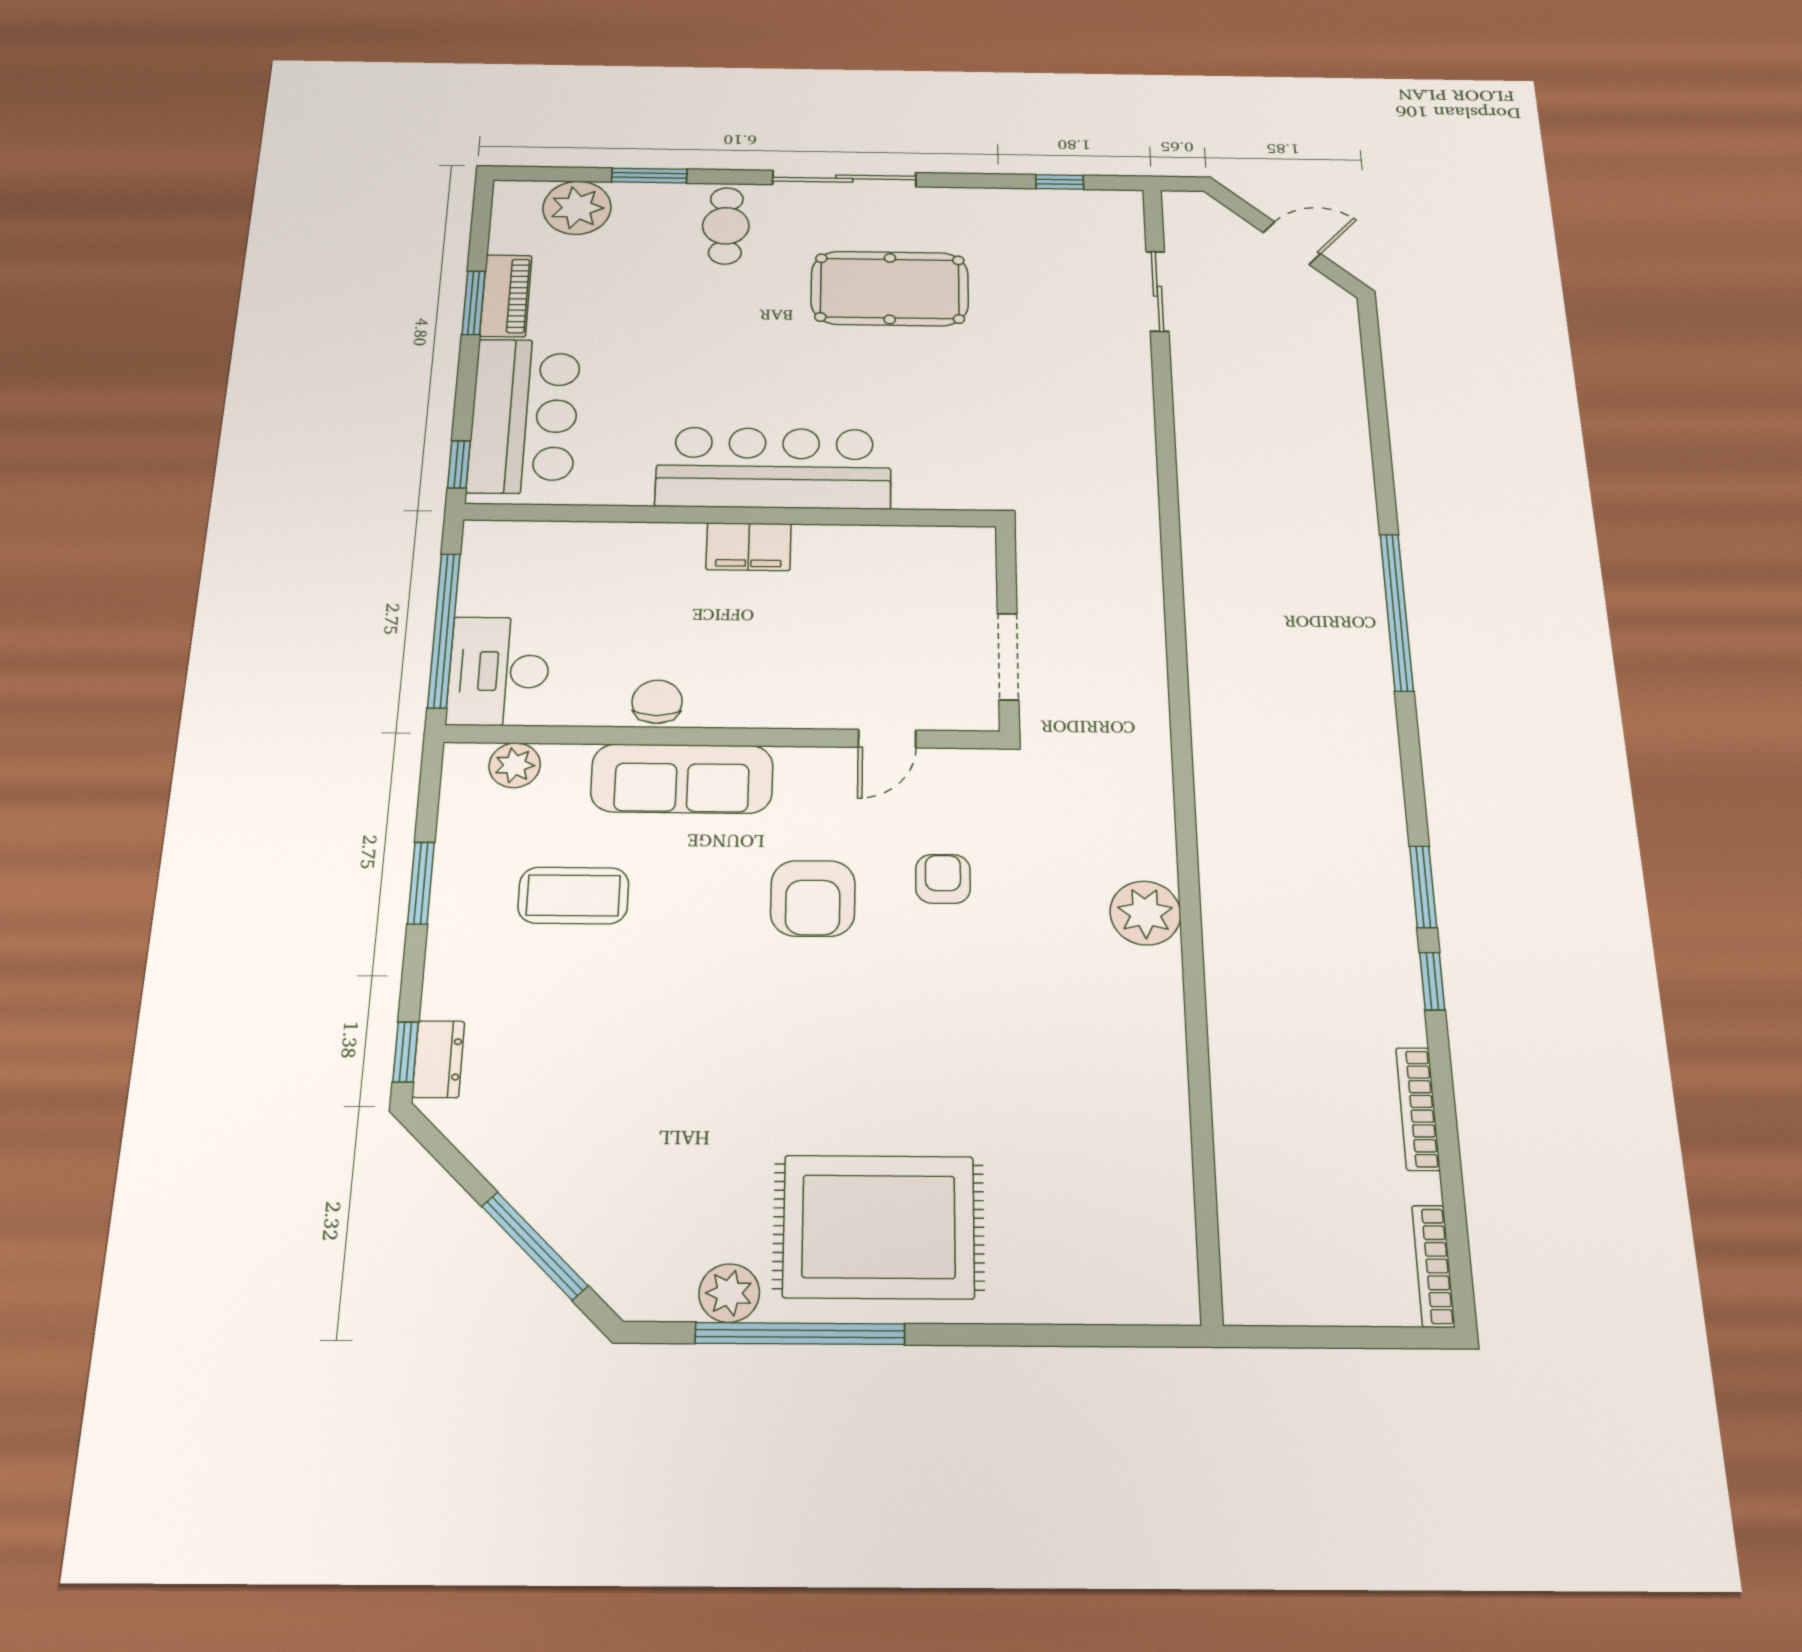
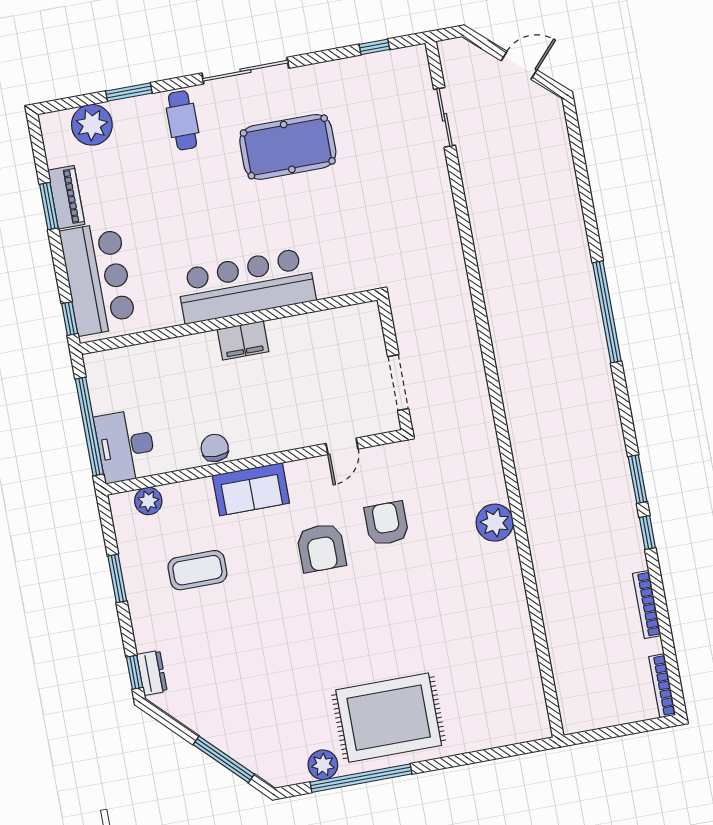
sofa: (682, 779) -> (251, 489), width x0.73
armchair: (943, 879) -> (387, 523), width x1.38, depth x1.38

